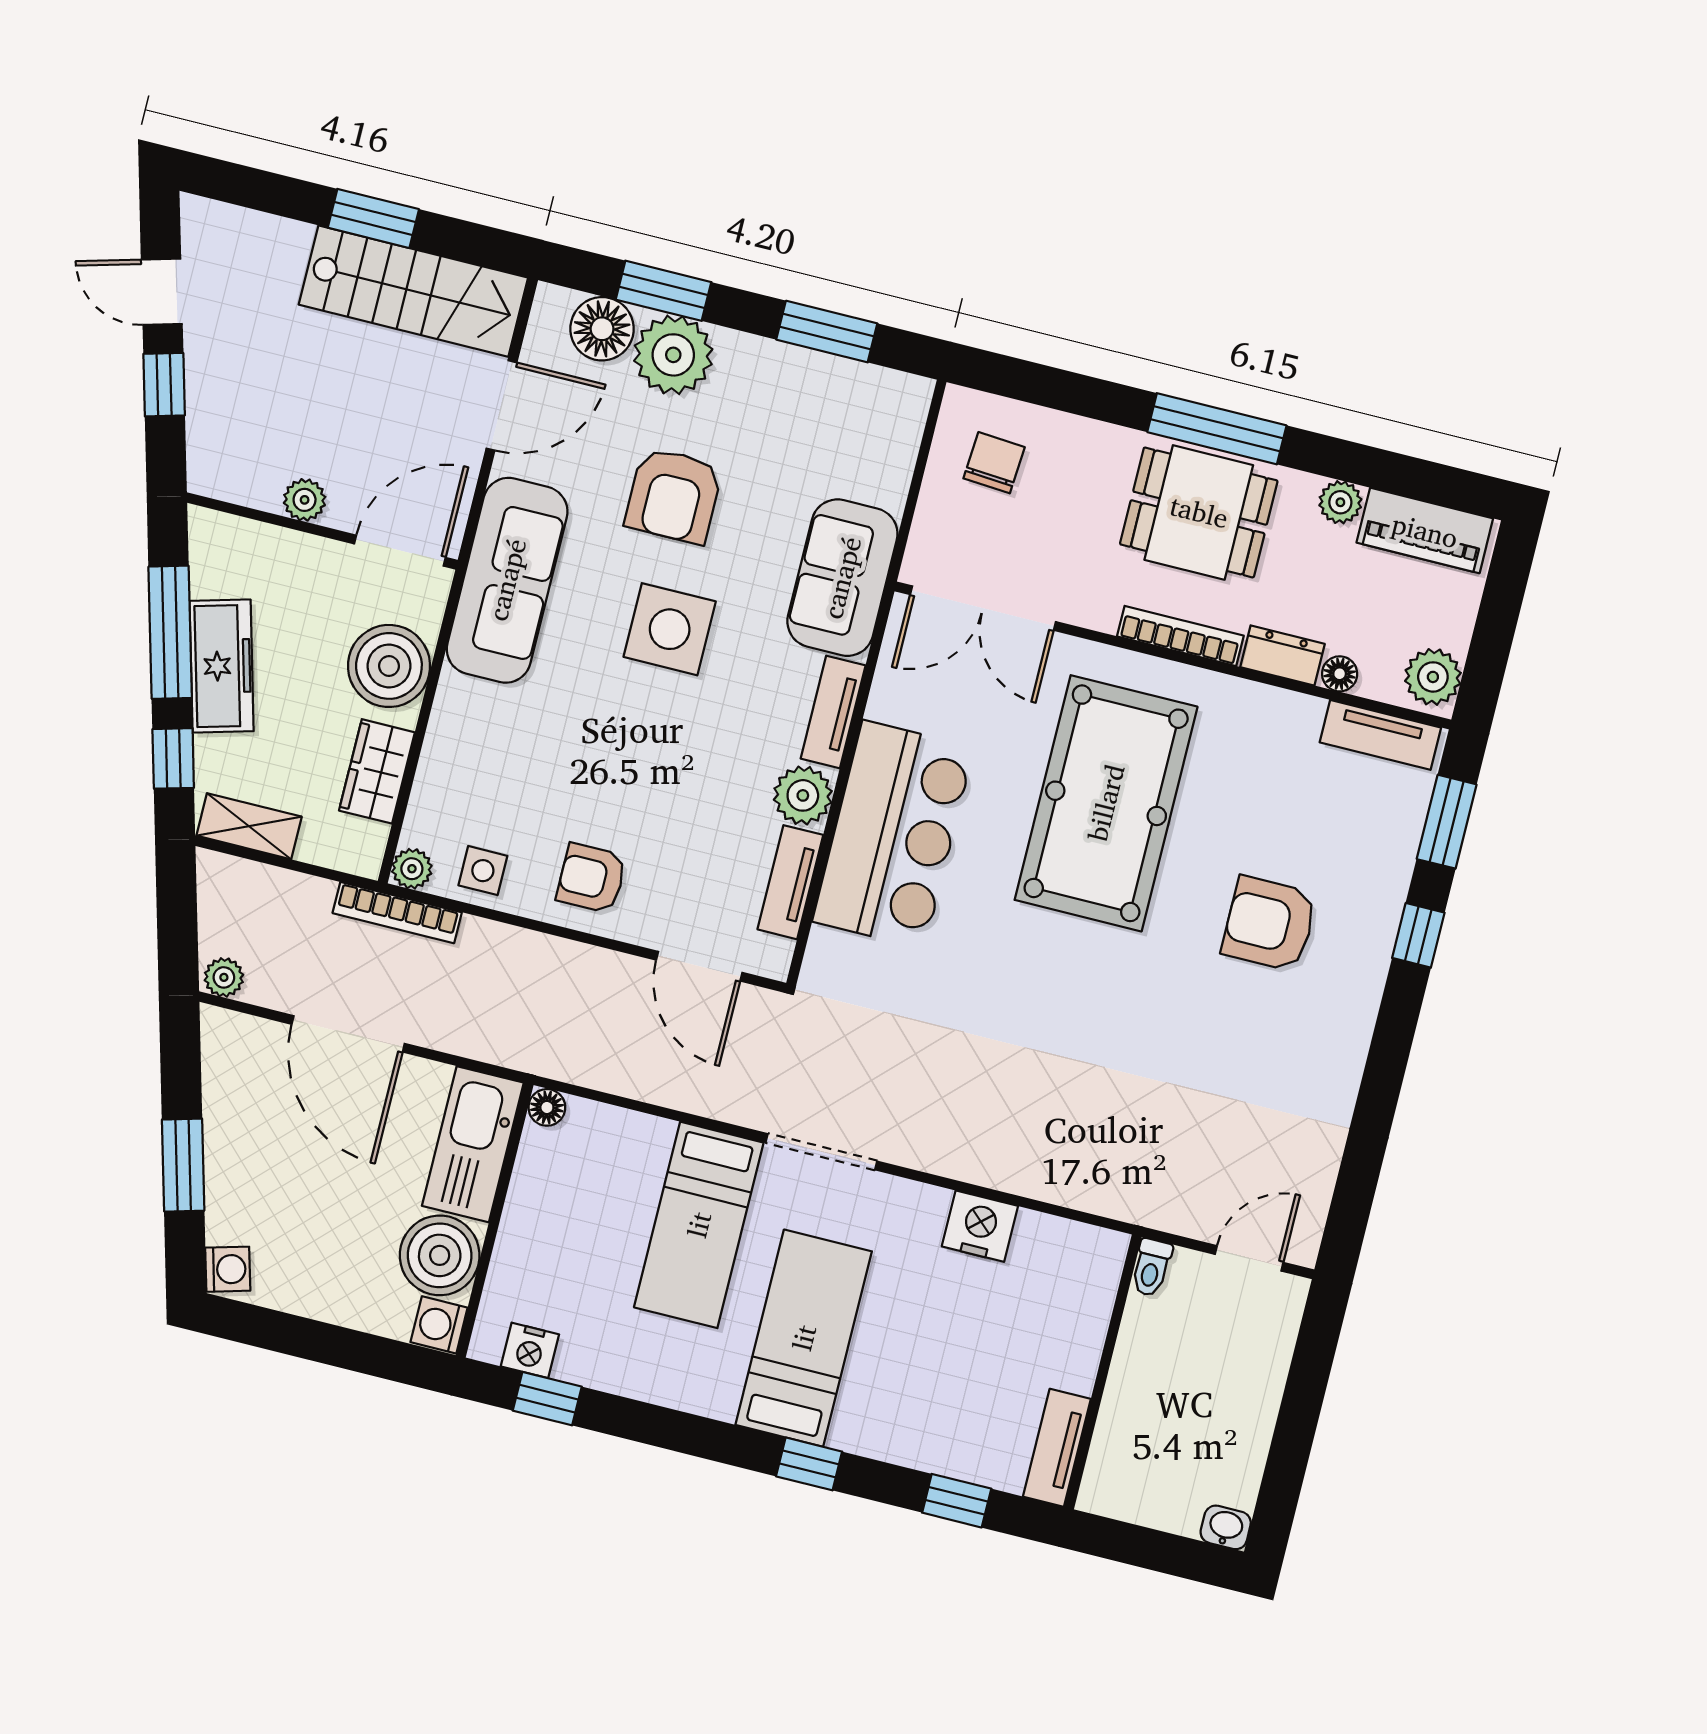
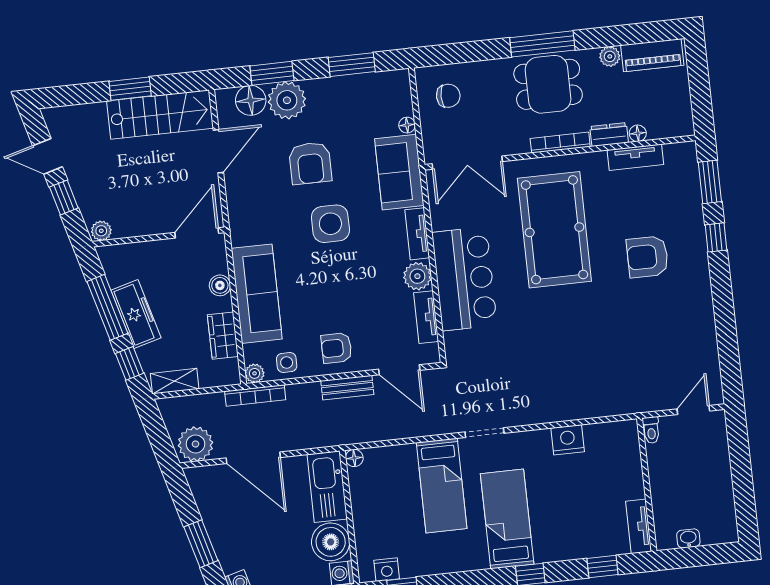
chair: (994, 463) -> (448, 96), turned 86
floor lamp: (892, 491) -> (407, 125), added
plant: (305, 500) -> (101, 231), moved
sofa: (507, 580) -> (257, 294), moved
boiler: (389, 666) -> (220, 285), width x0.54, depth x0.54
plant: (1433, 677) -> (680, 119), removed
tv unit: (1380, 735) -> (635, 157), moved
bench: (584, 964) -> (347, 388), added
plant: (224, 977) -> (196, 444), width x1.88, depth x1.88
doorway: (821, 1152) -> (484, 433), width x0.73
washbasin: (1226, 1527) -> (688, 538), moved

